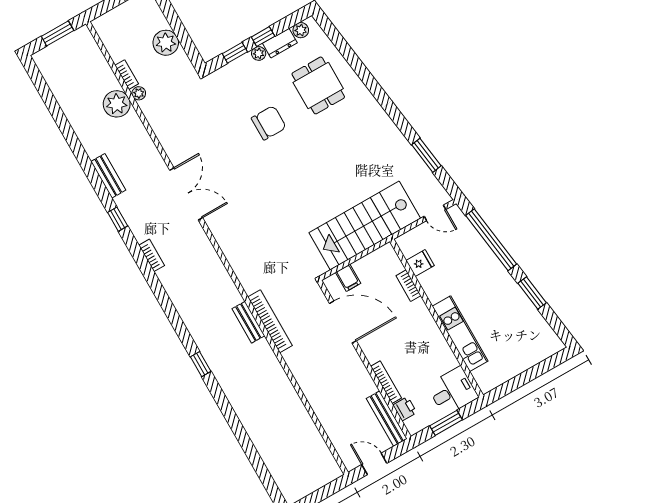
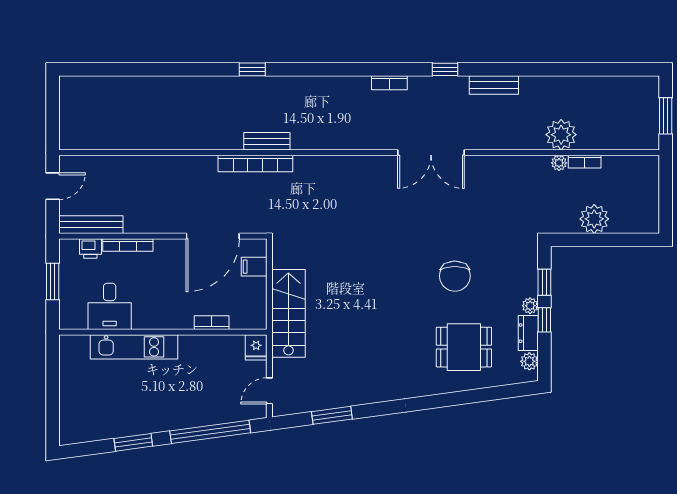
stairs: (365, 226) -> (288, 313), width x0.73, depth x0.66
fridge: (420, 263) -> (256, 347), moved
desk: (453, 391) -> (110, 306), moved

